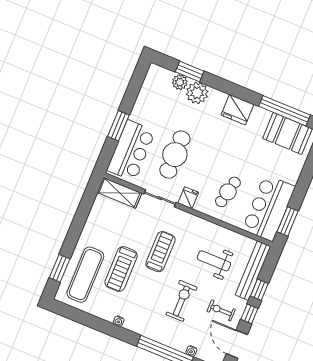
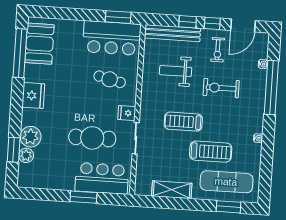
shelving: (119, 193) -> (172, 190), moved, turned 90
weight bench: (214, 261) -> (176, 71), turned 90

